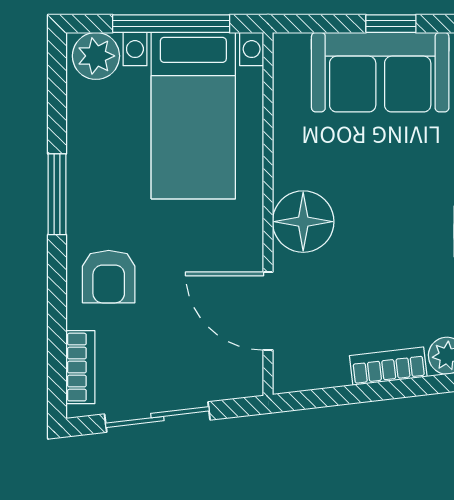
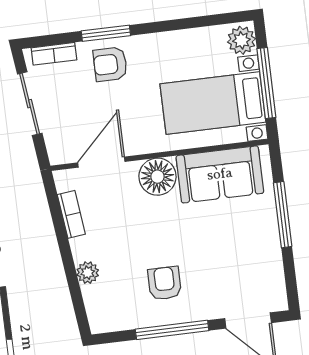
window: (391, 24) -> (283, 215), width x2.17
sofa: (380, 72) -> (220, 174), moved, turned -90
window: (57, 194) -> (106, 33), moved
bookcase: (388, 366) -> (71, 214), moved

